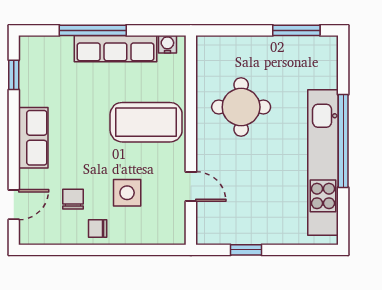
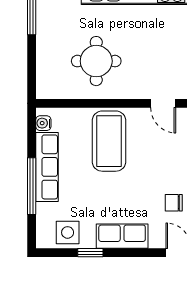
window: (14, 75) -> (90, 253), moved
door: (191, 187) -> (163, 103), swing flipped
side table: (127, 193) -> (68, 232), moved

